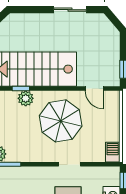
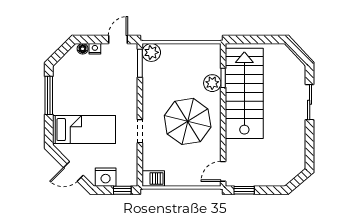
sliding door: (70, 10) -> (310, 102), moved
door: (94, 88) -> (223, 171), moved

